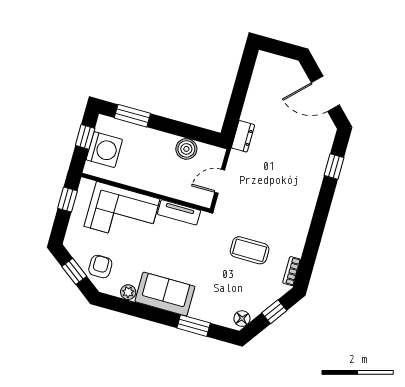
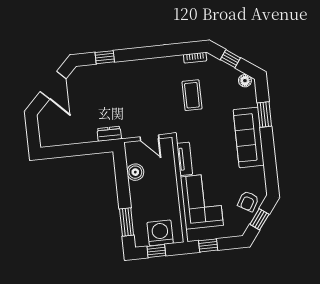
armchair: (100, 267) -> (248, 201), turned -60
plant: (128, 292) -> (259, 173), removed
sofa: (165, 294) -> (249, 137), width x1.36

